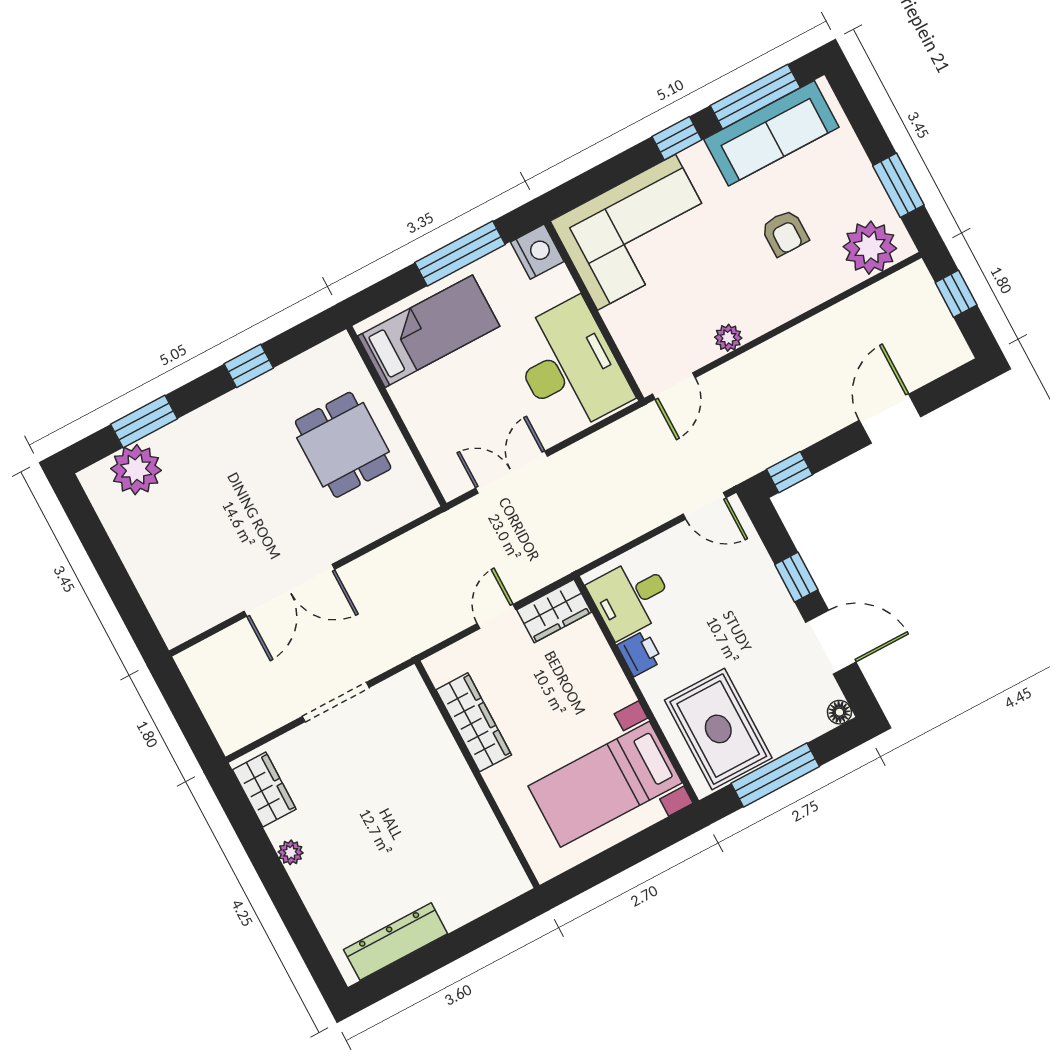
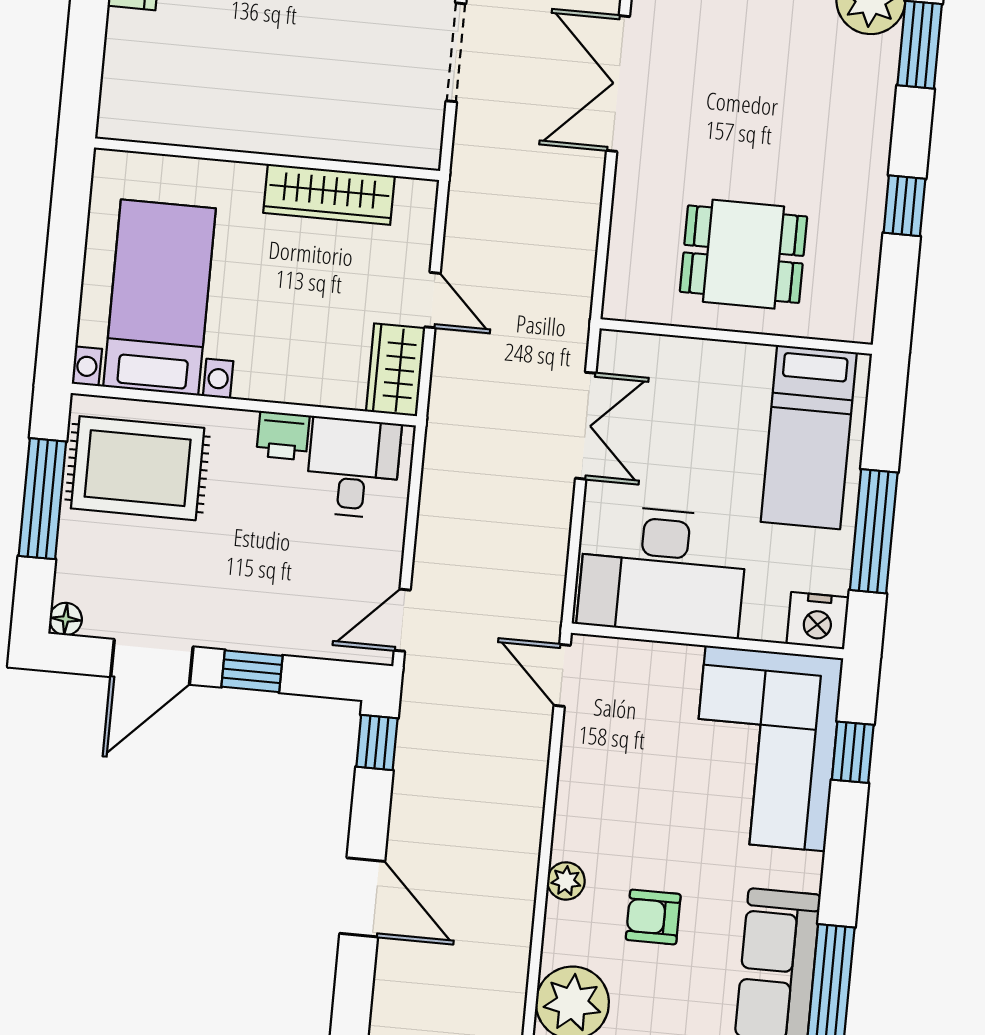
window: (677, 138) -> (853, 752), moved
plant: (728, 338) -> (566, 881), moved

